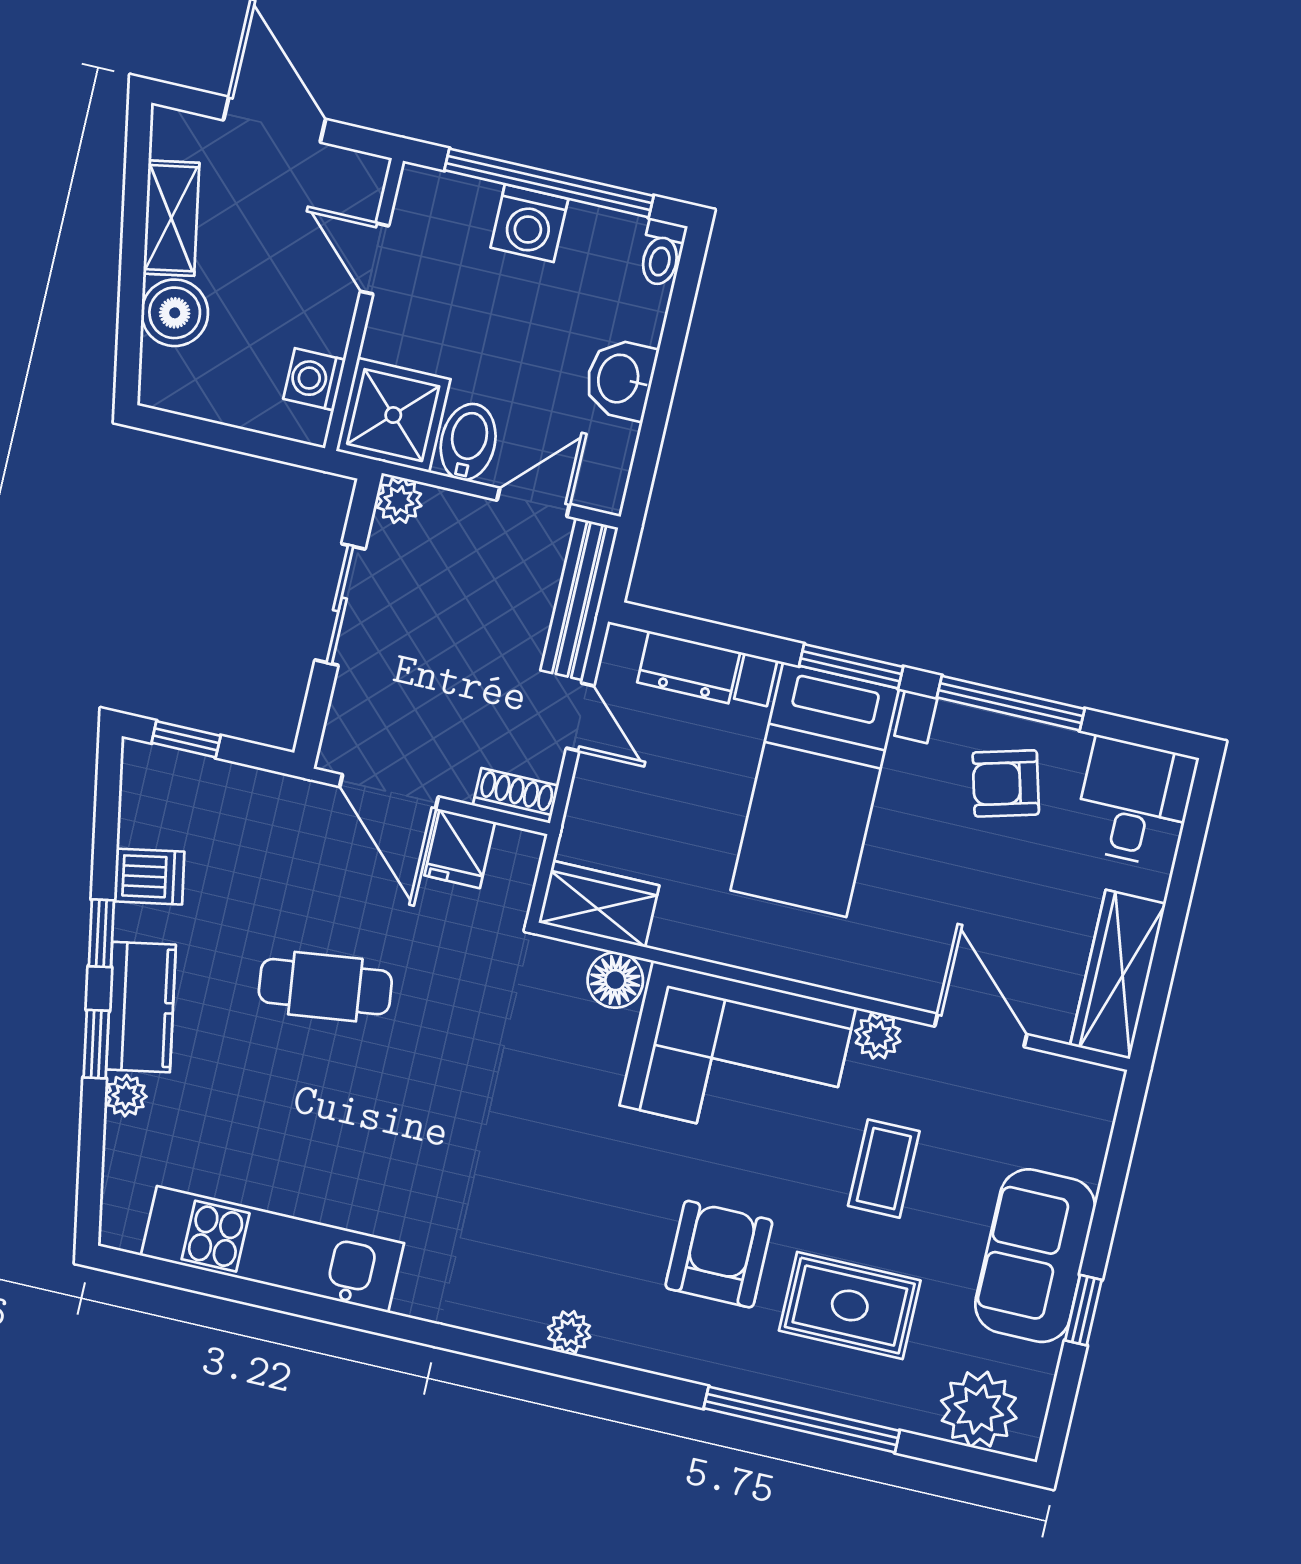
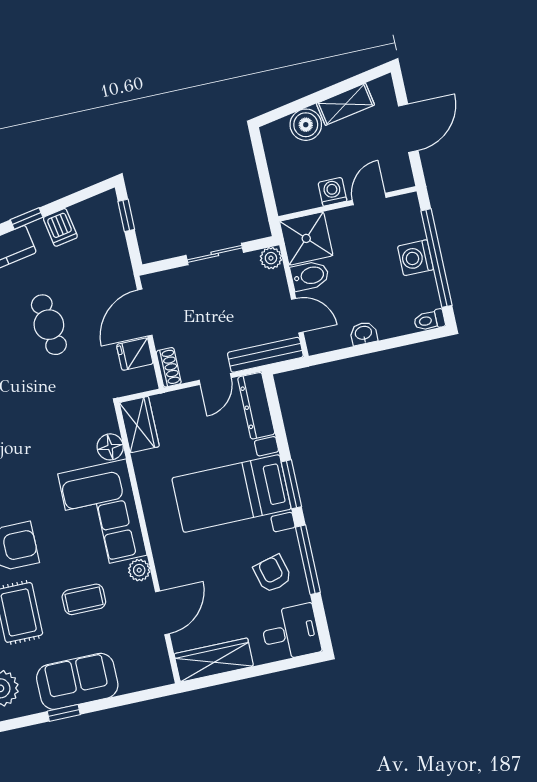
washing machine: (314, 379) -> (332, 192), moved
washbasin: (620, 379) -> (364, 333), width x0.72, depth x0.69
dresser: (689, 667) -> (256, 406), width x1.44

